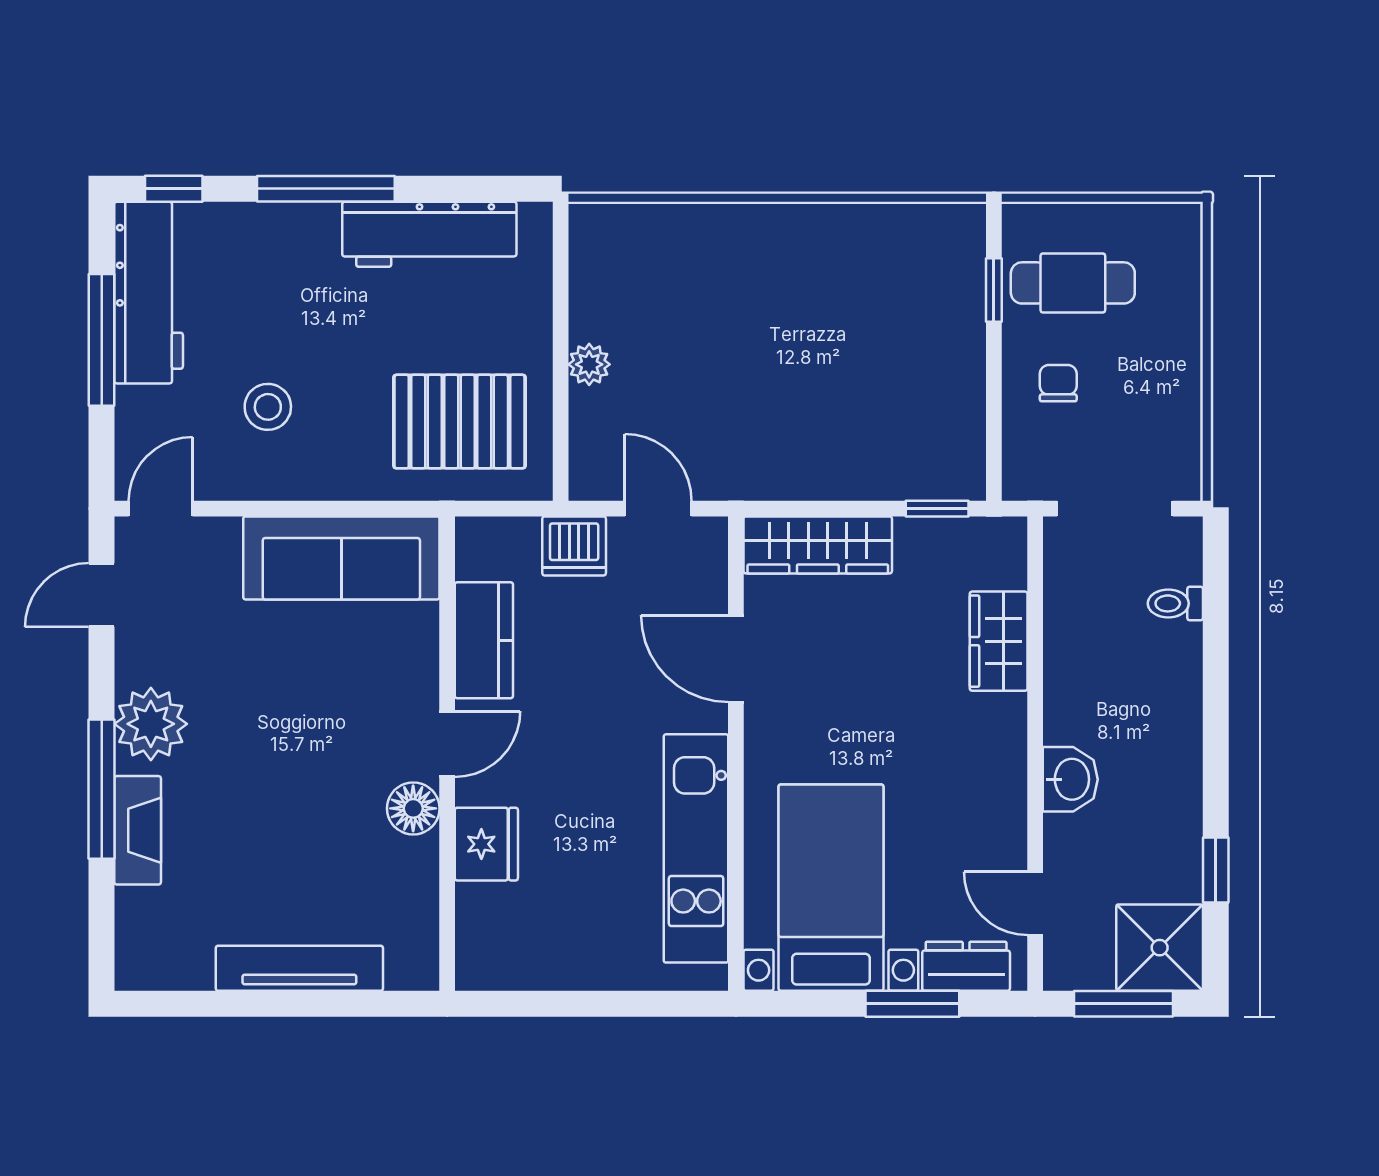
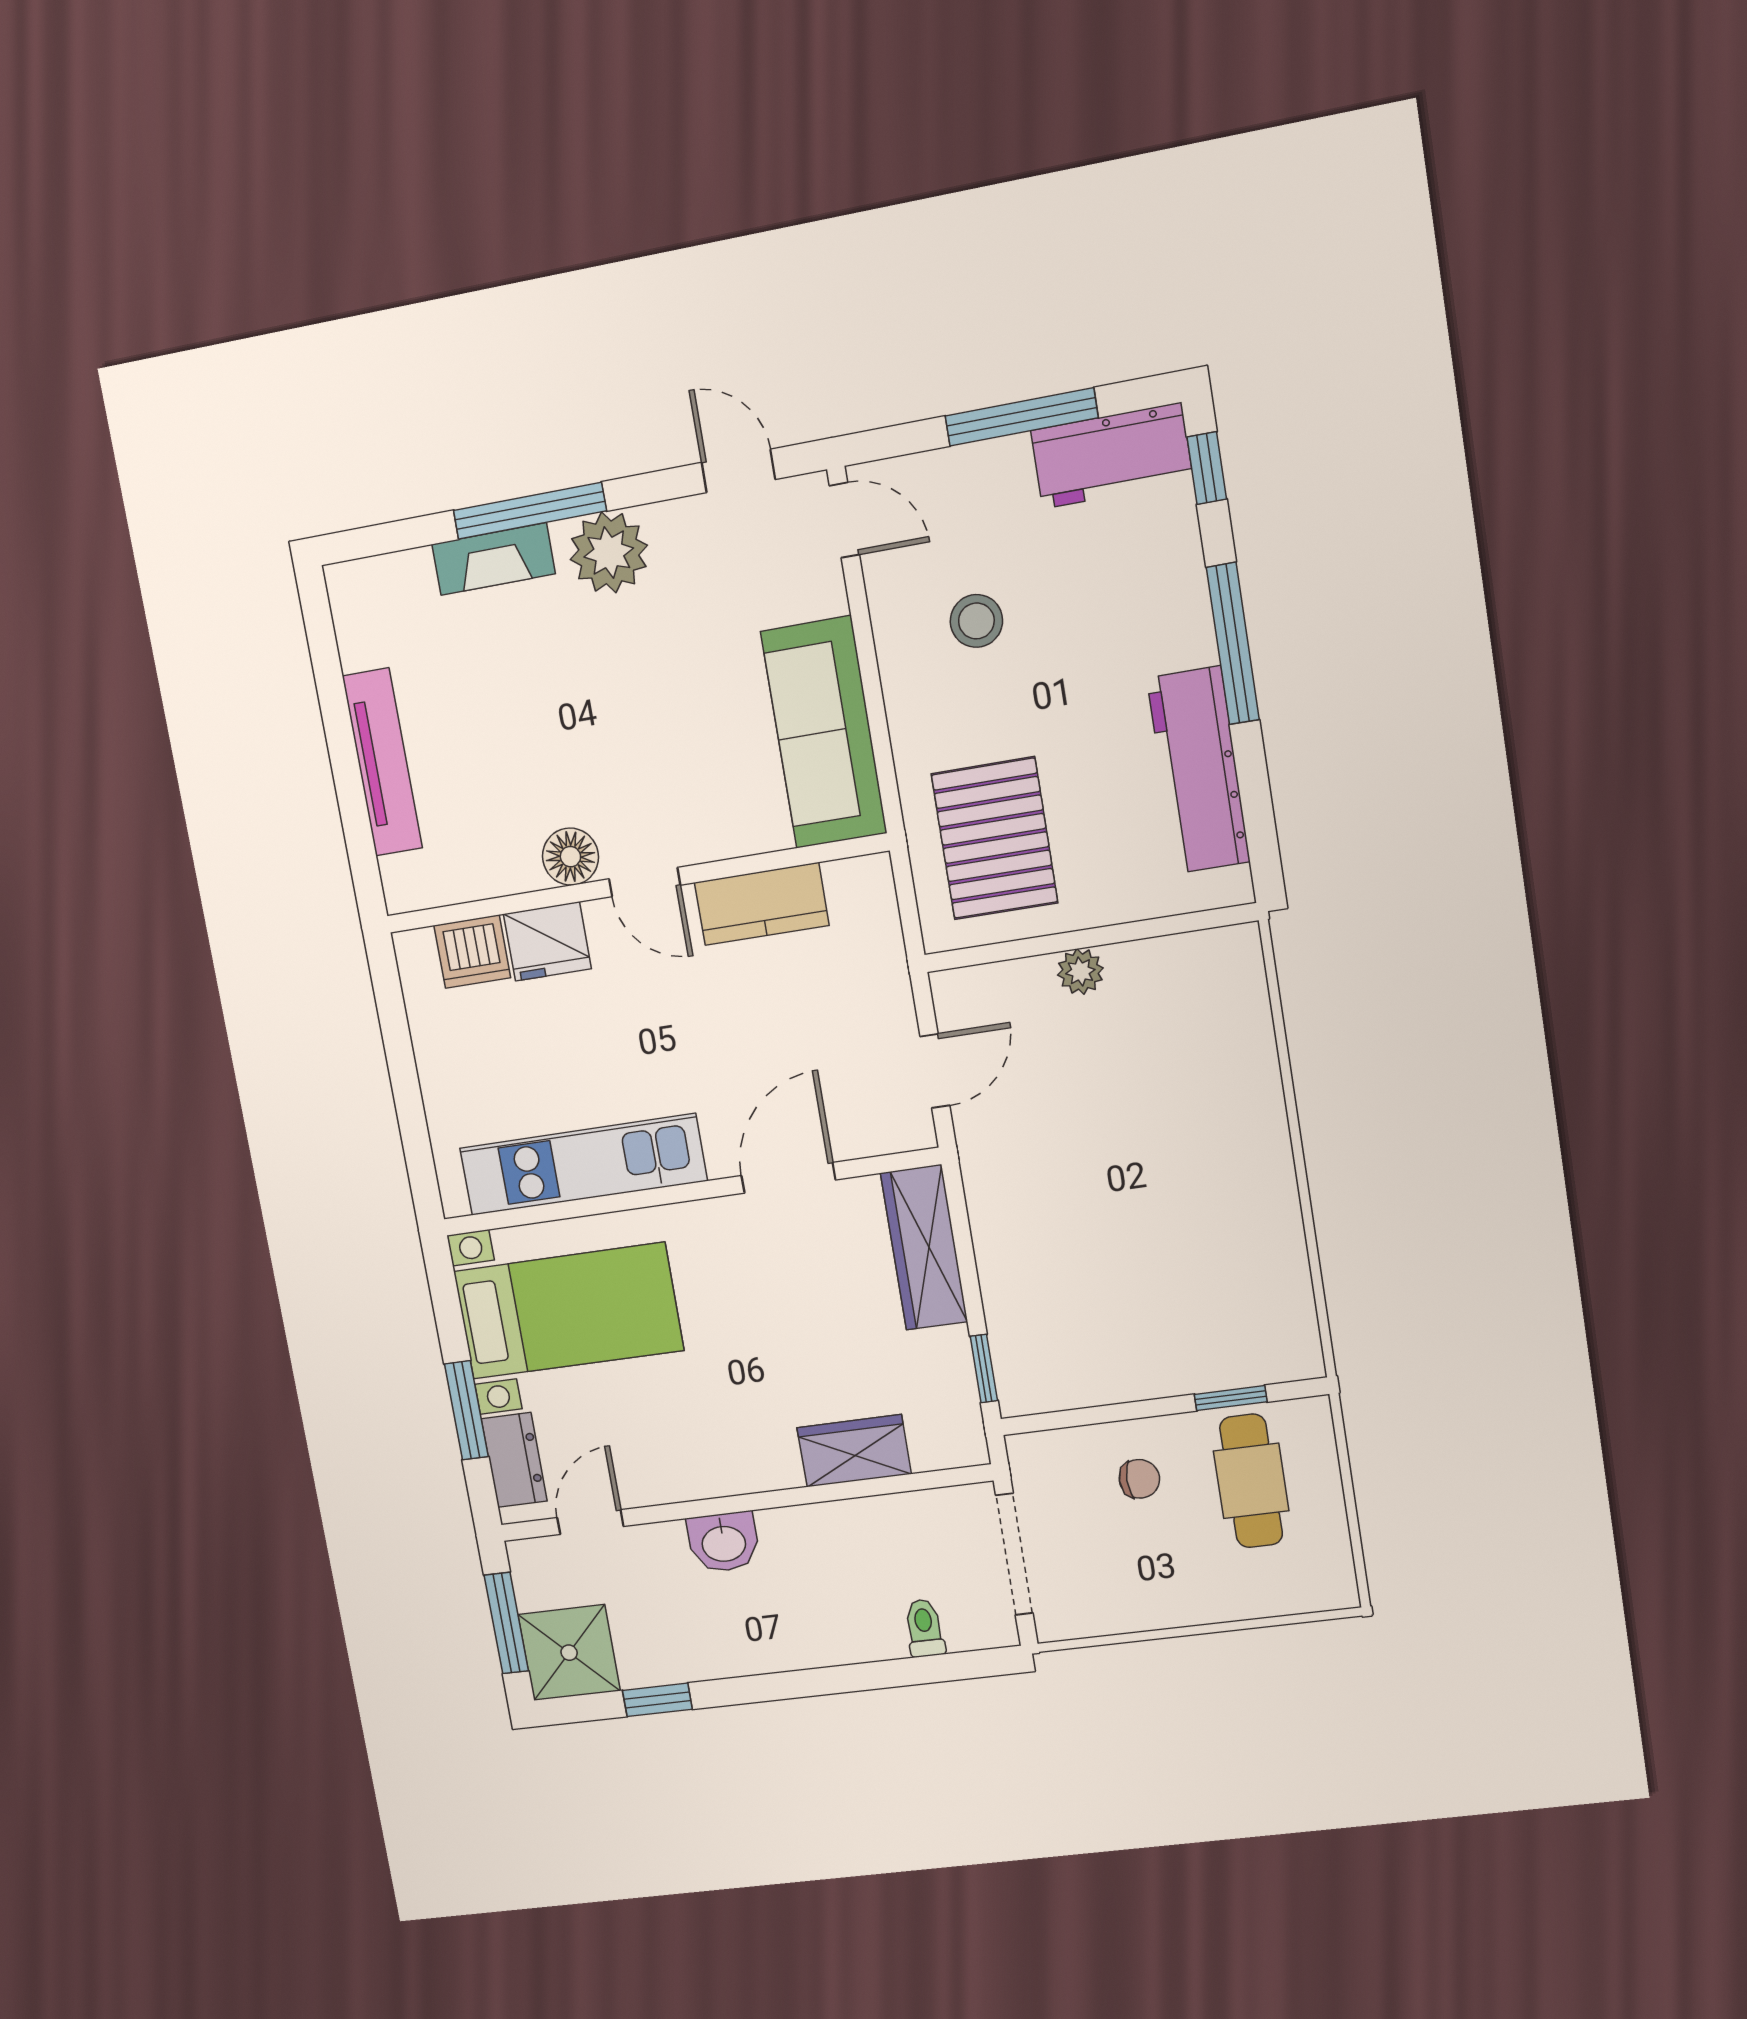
workbench: (149, 293) -> (1112, 456), width x0.73
dishwasher: (574, 546) -> (472, 952), moved, turned -90

